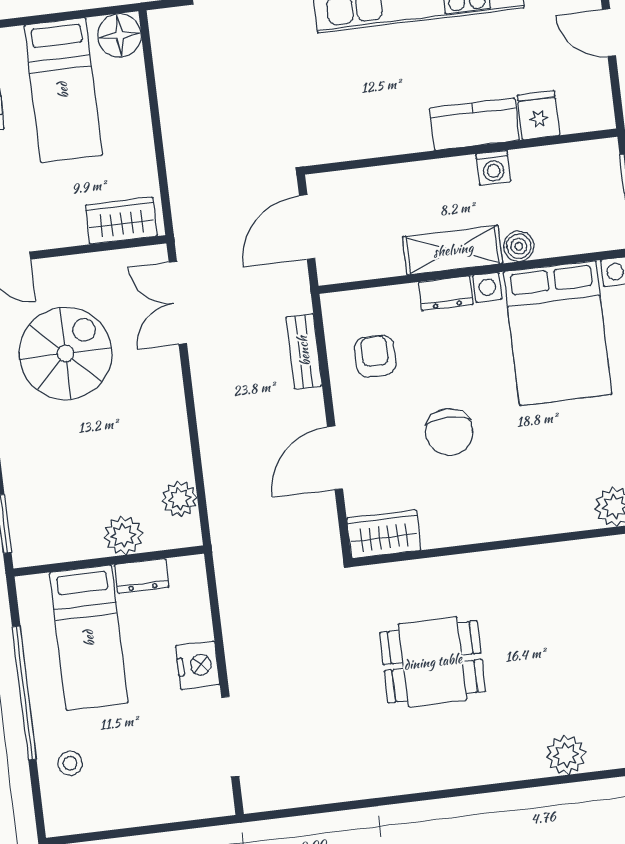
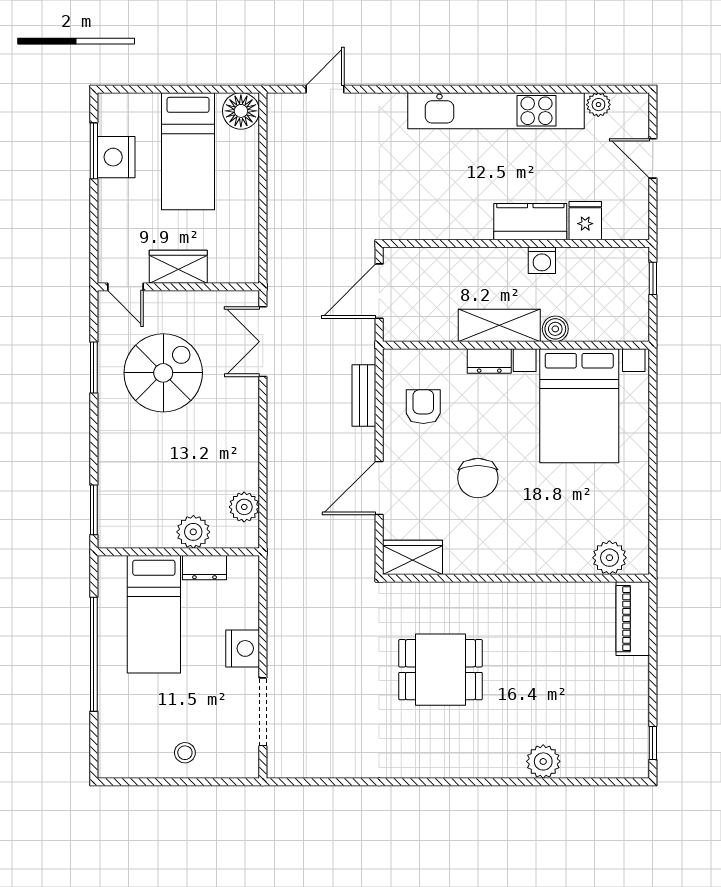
wardrobe: (121, 221) -> (178, 267), moved
stool: (70, 763) -> (185, 753), moved

